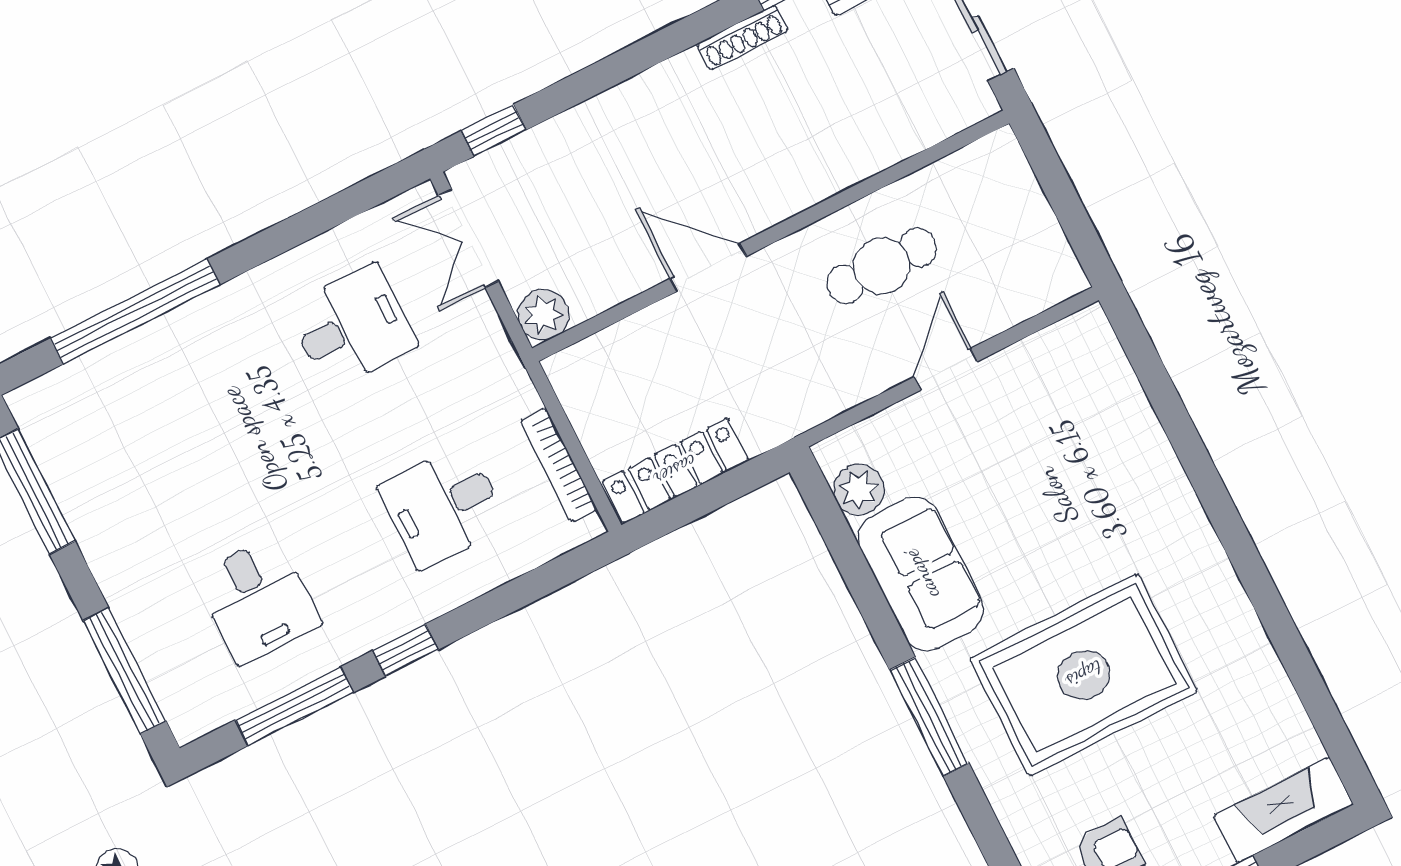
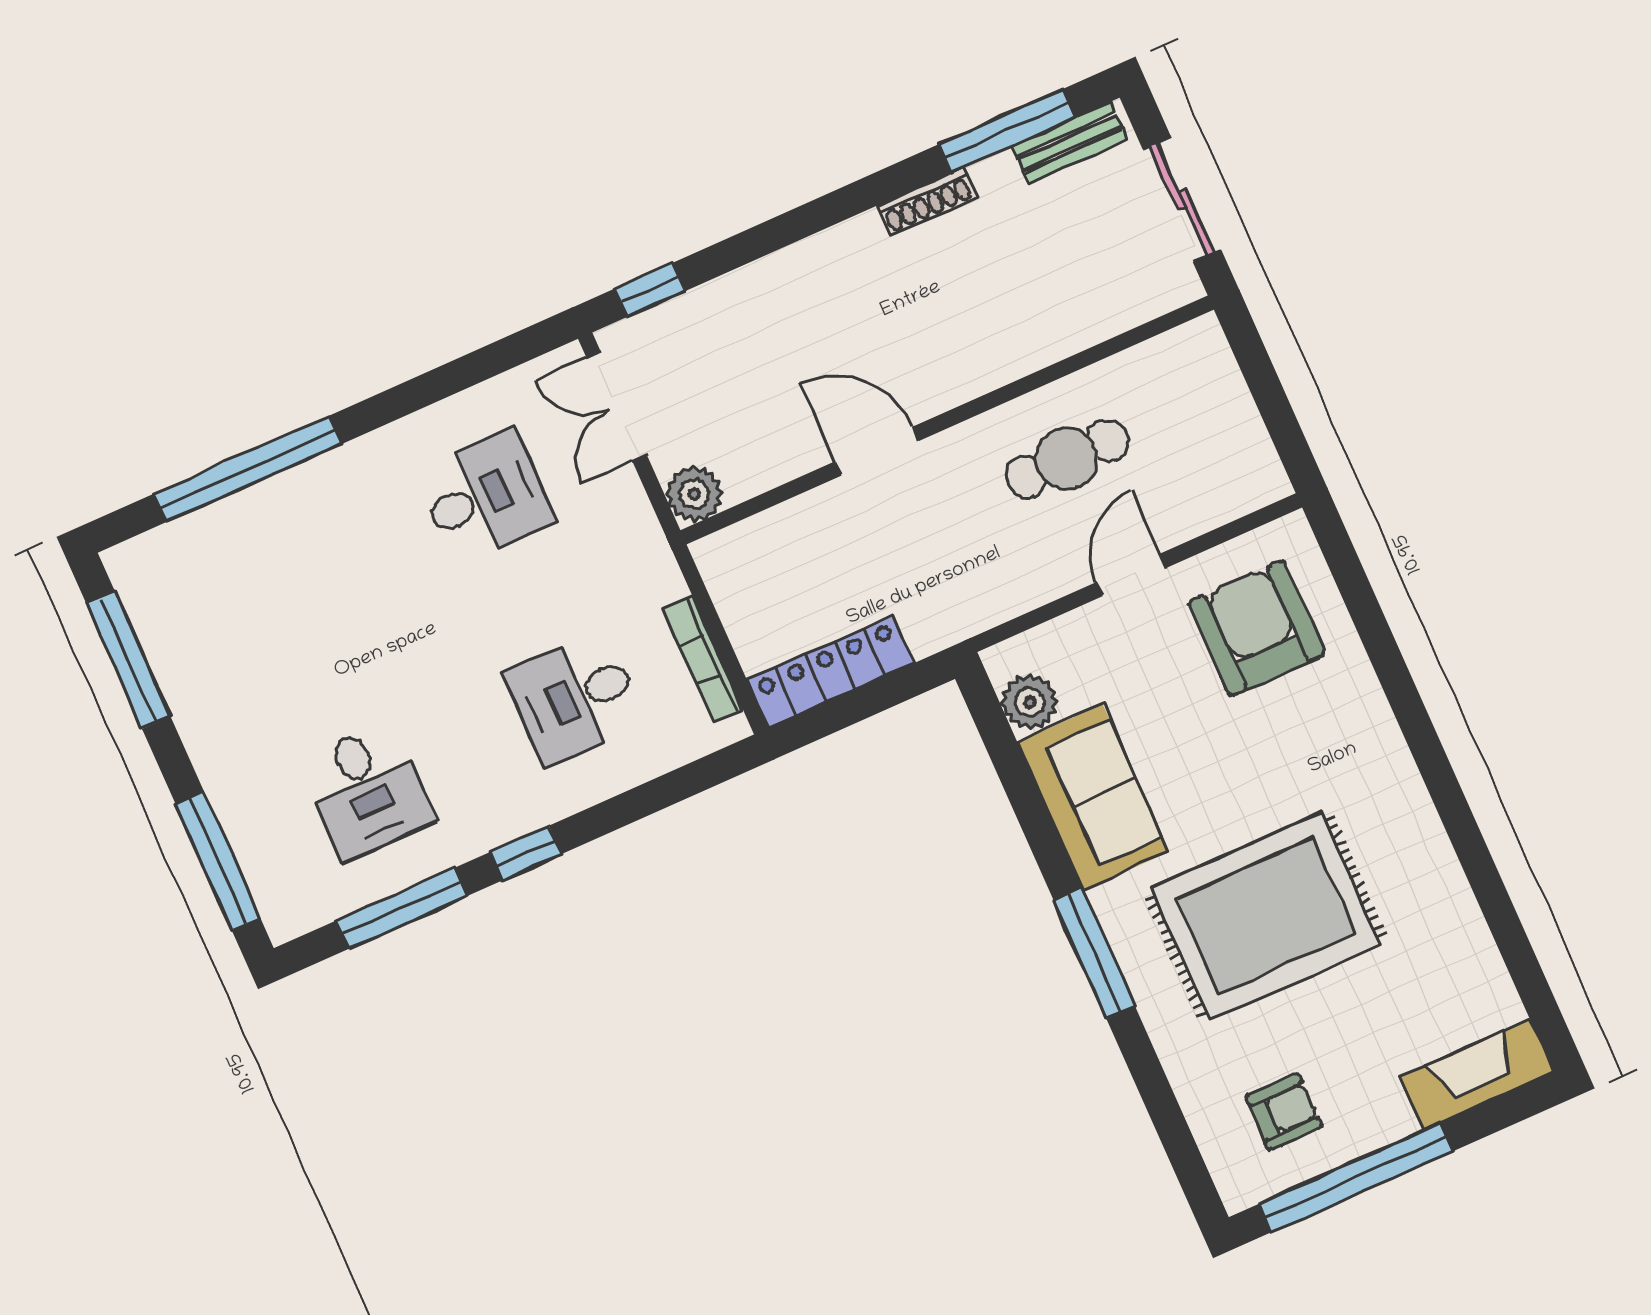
armchair: (1063, 412) -> (1257, 628), added

